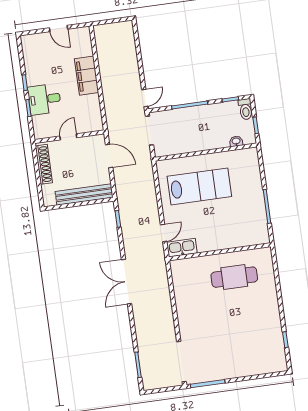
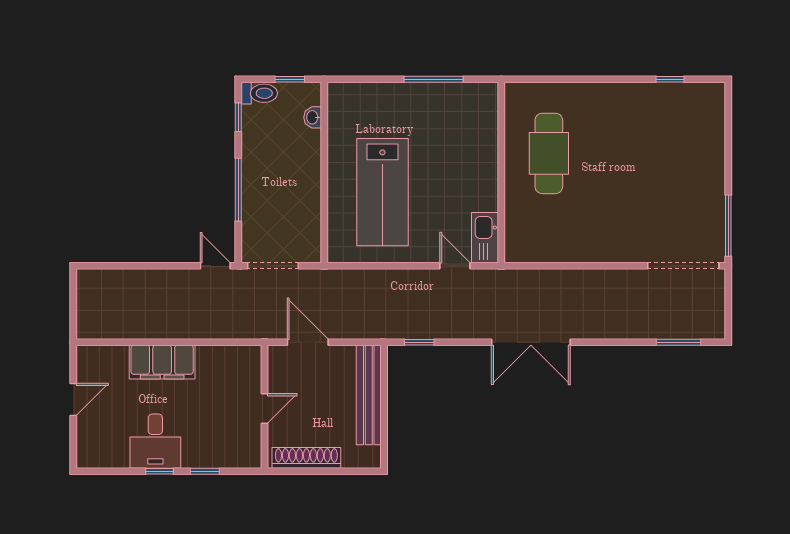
desk: (44, 99) -> (155, 441), moved
door: (68, 137) -> (265, 409), swing flipped
door: (109, 156) -> (308, 342), hinge flipped
lab bench: (199, 186) -> (382, 192), turned 180

